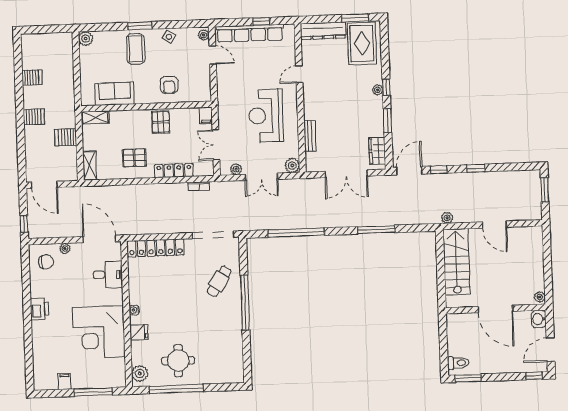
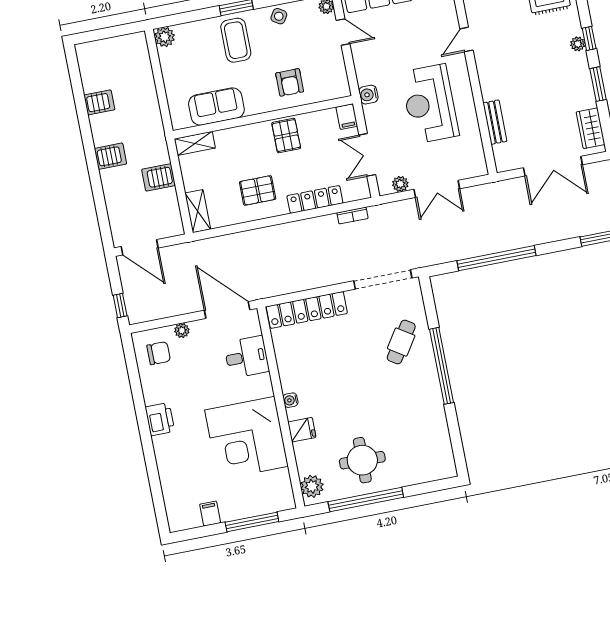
water cooler: (224, 102) -> (368, 95), added
plant: (292, 165) -> (477, 167), removed

